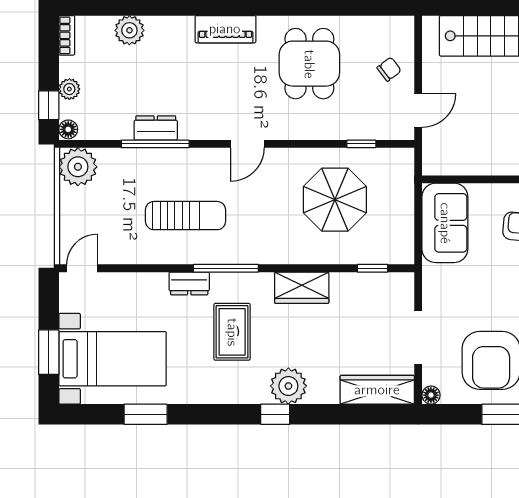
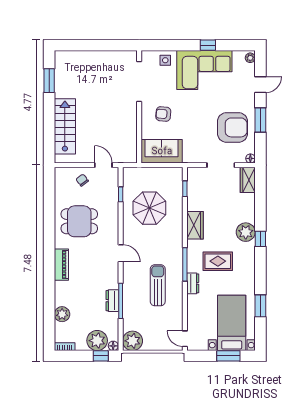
plant: (69, 89) -> (97, 341), width x1.88, depth x1.88
wardrobe: (377, 390) -> (248, 180), width x0.67

